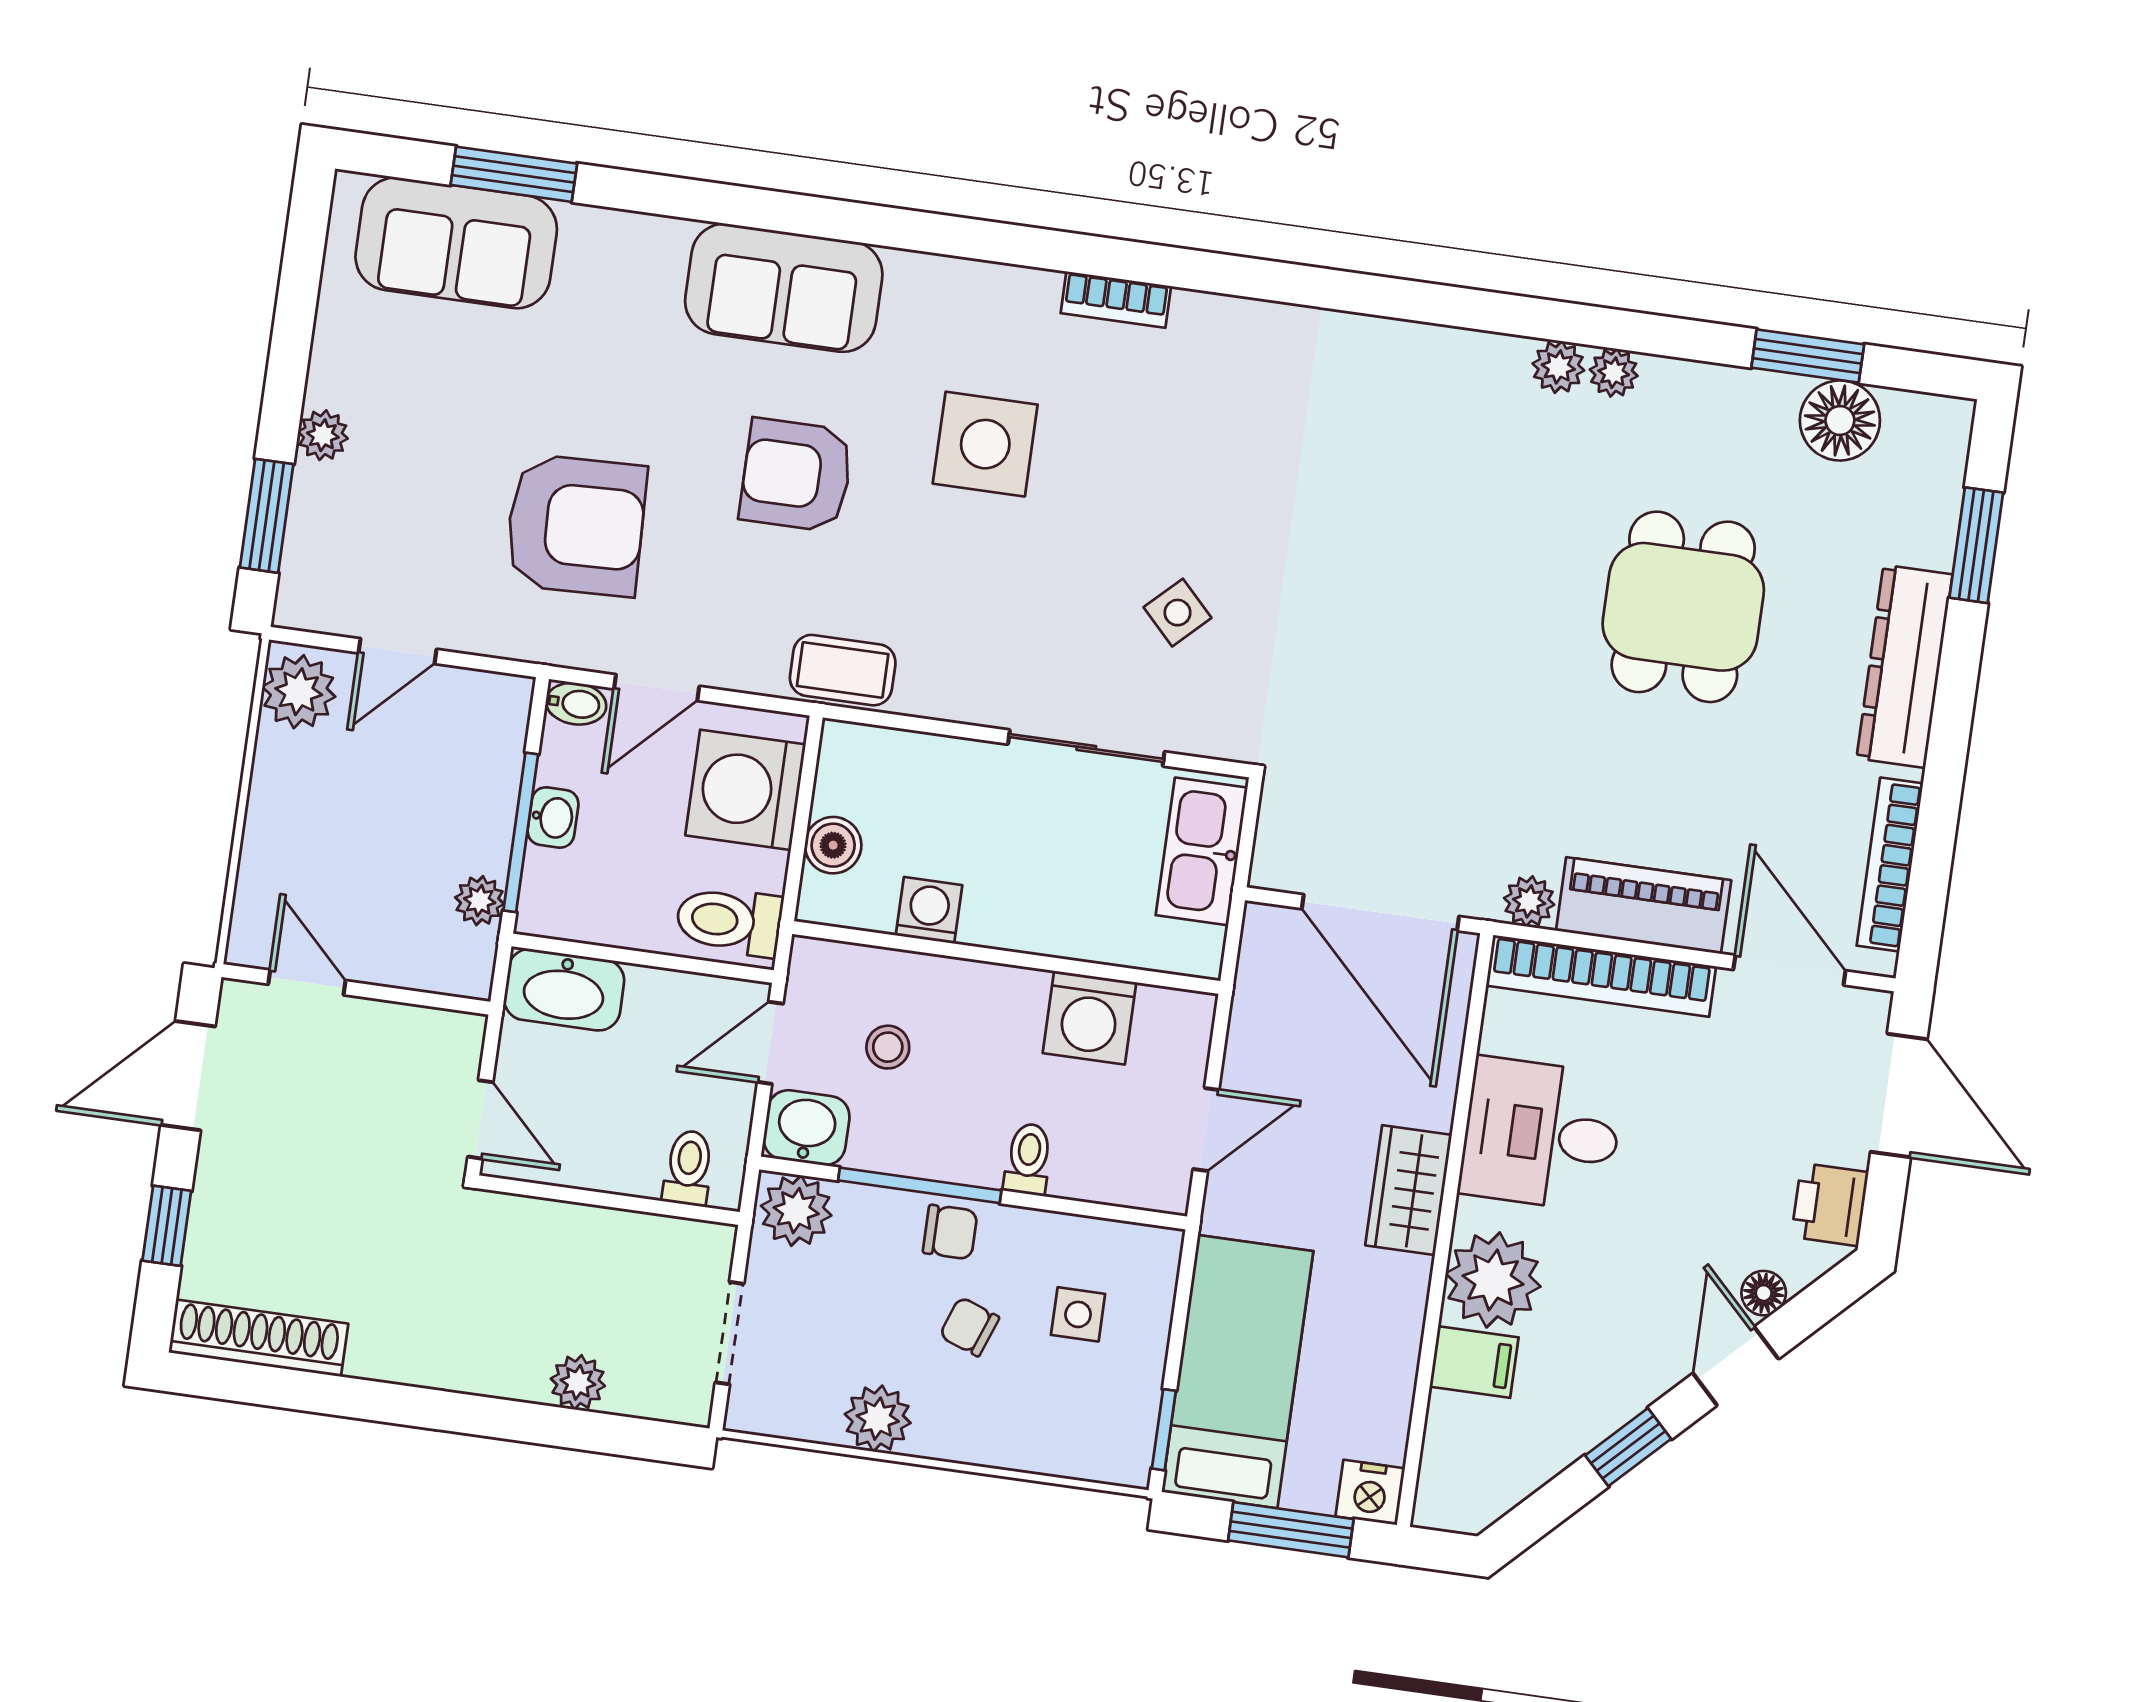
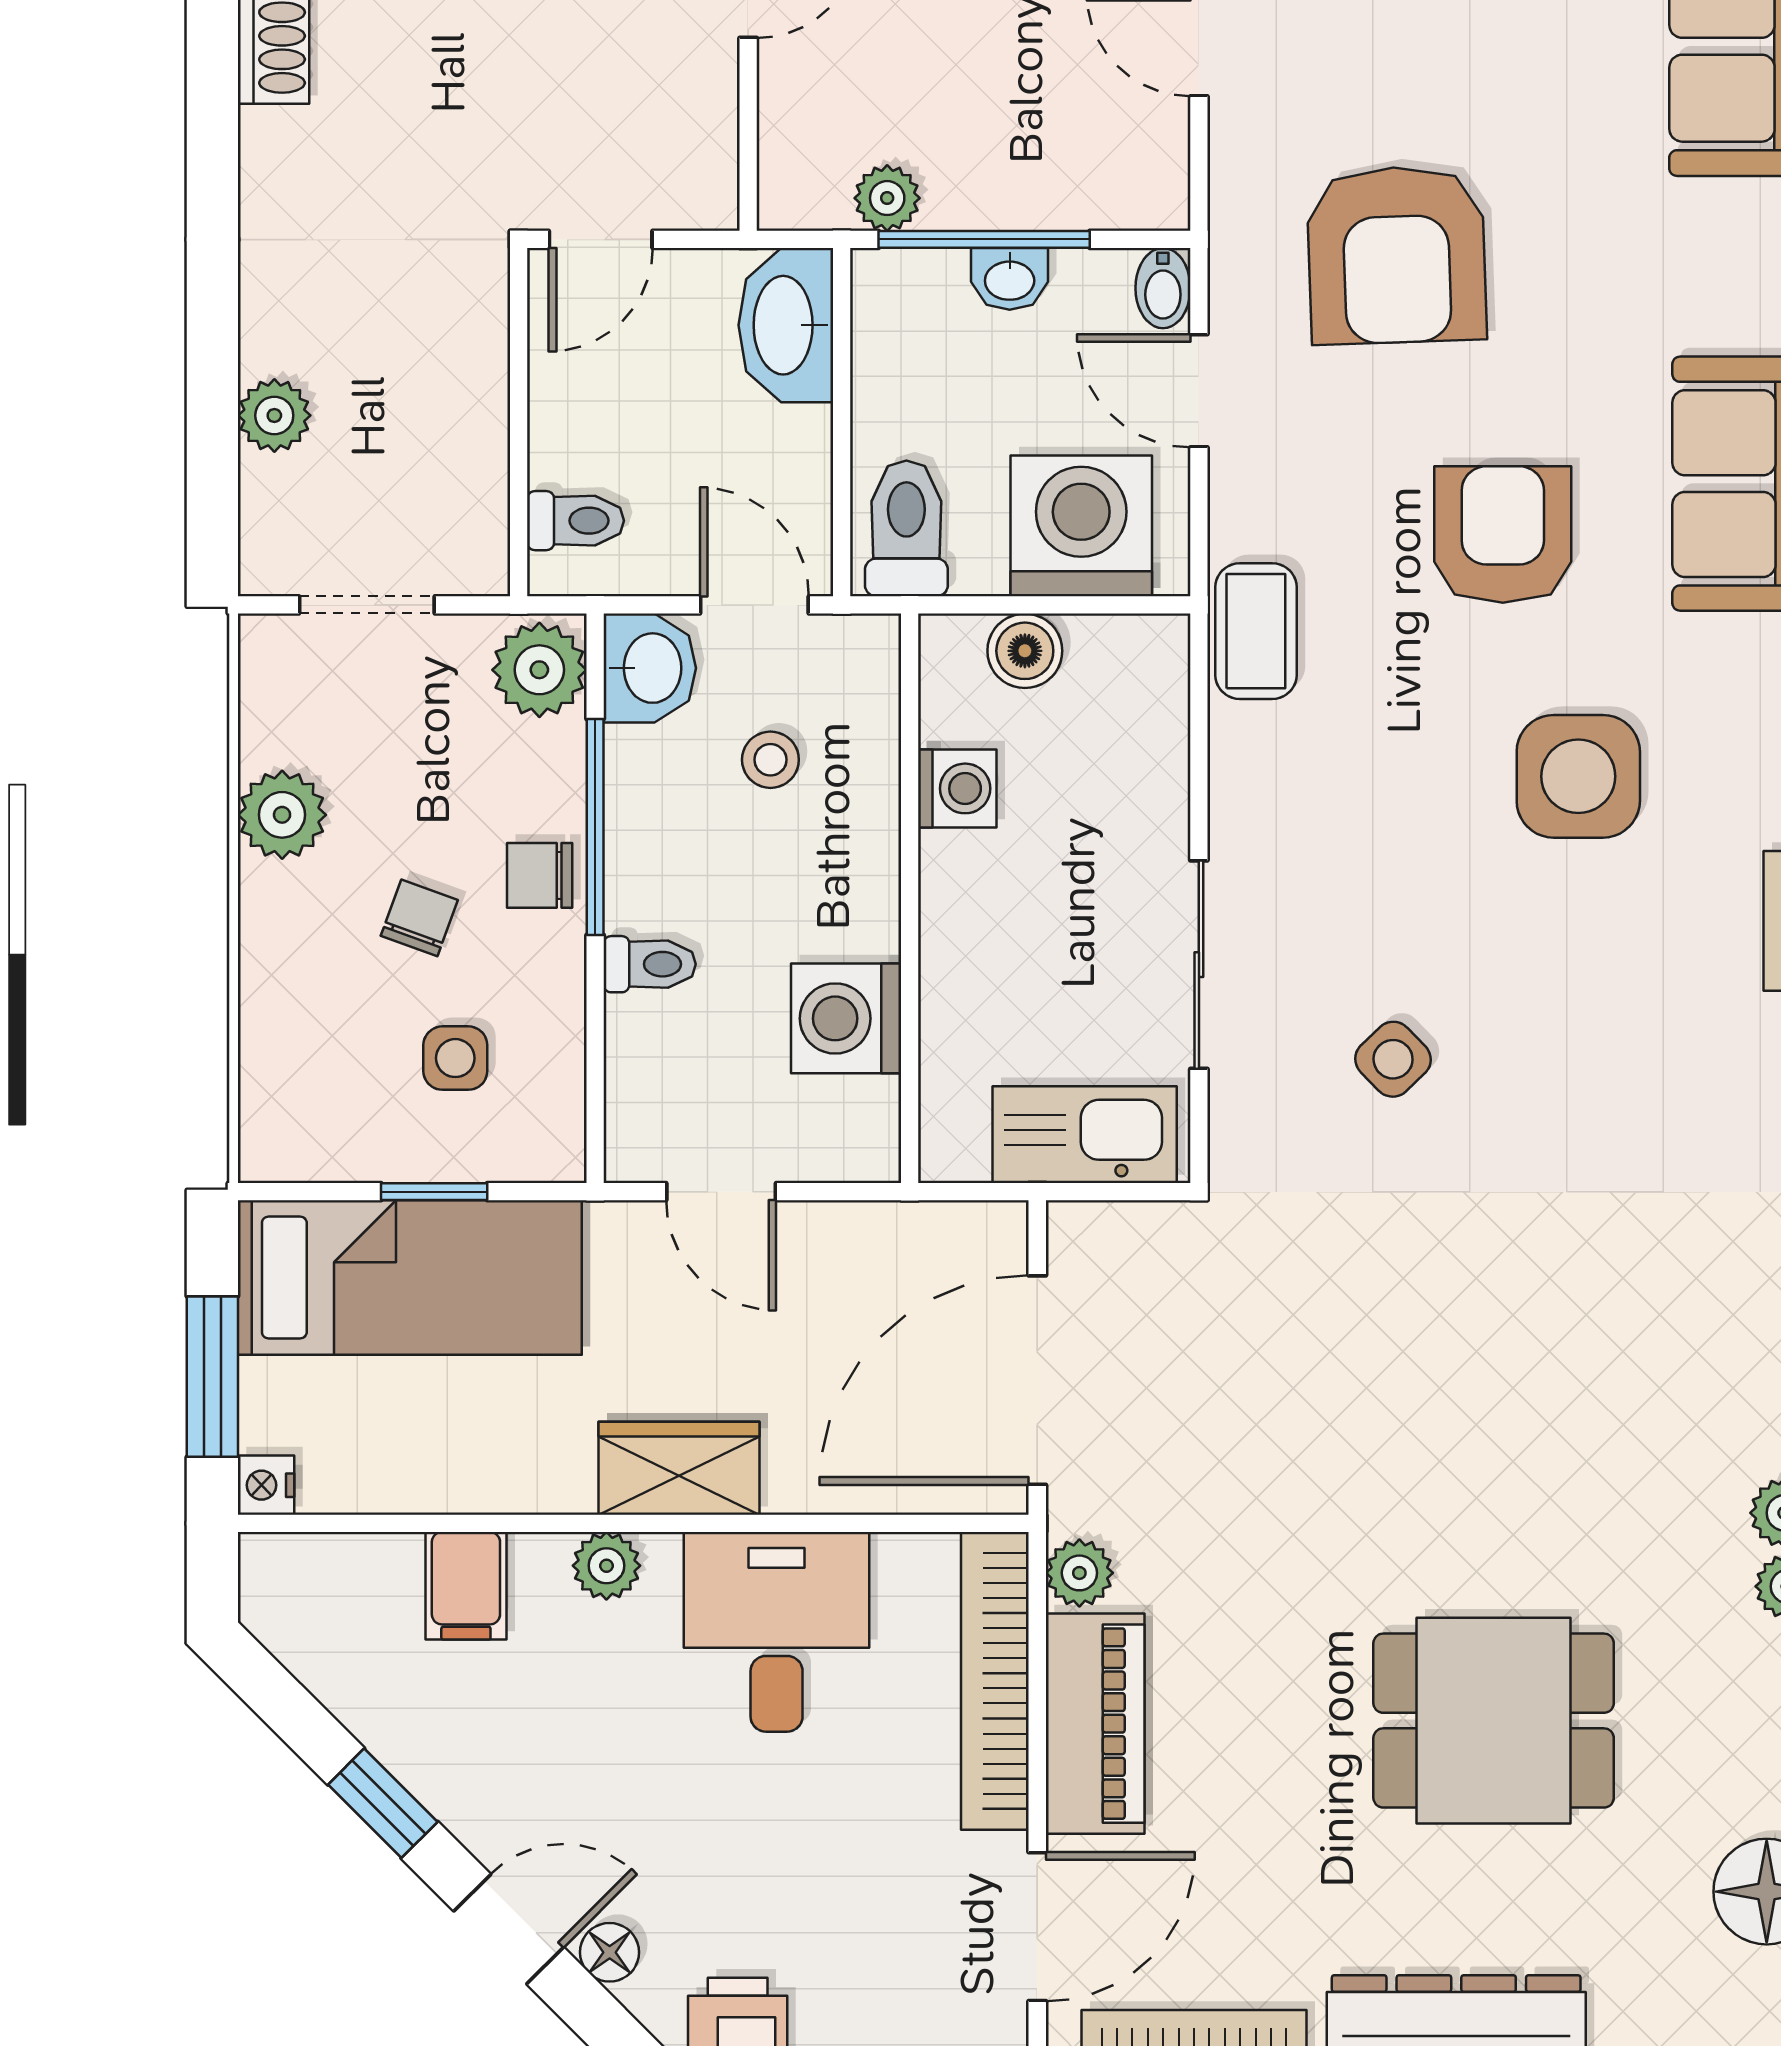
chair: (950, 1232) -> (540, 875), turned 90
plant: (1493, 1280) -> (606, 1566), width x0.53, depth x0.53
window: (1164, 1430) -> (434, 1192), moved
nightstand: (1370, 1492) -> (266, 1485), width x0.72, depth x0.74

